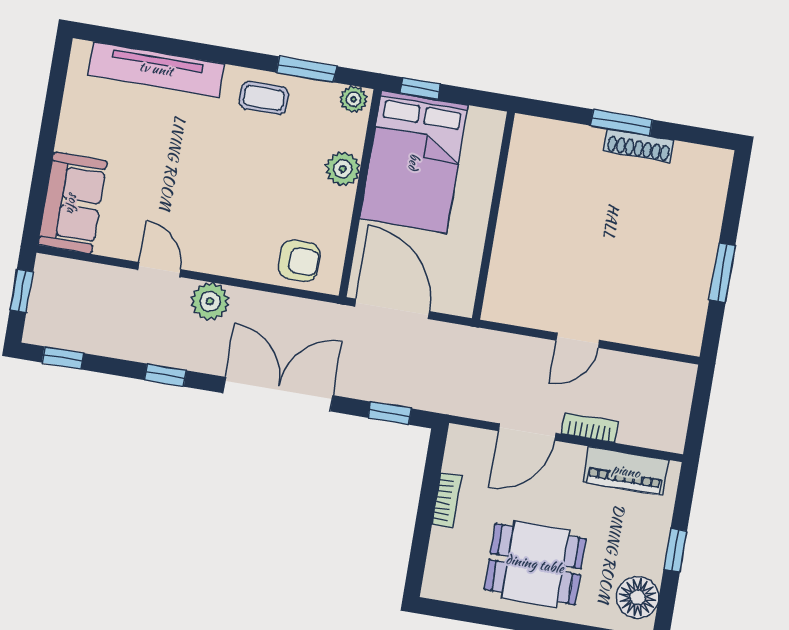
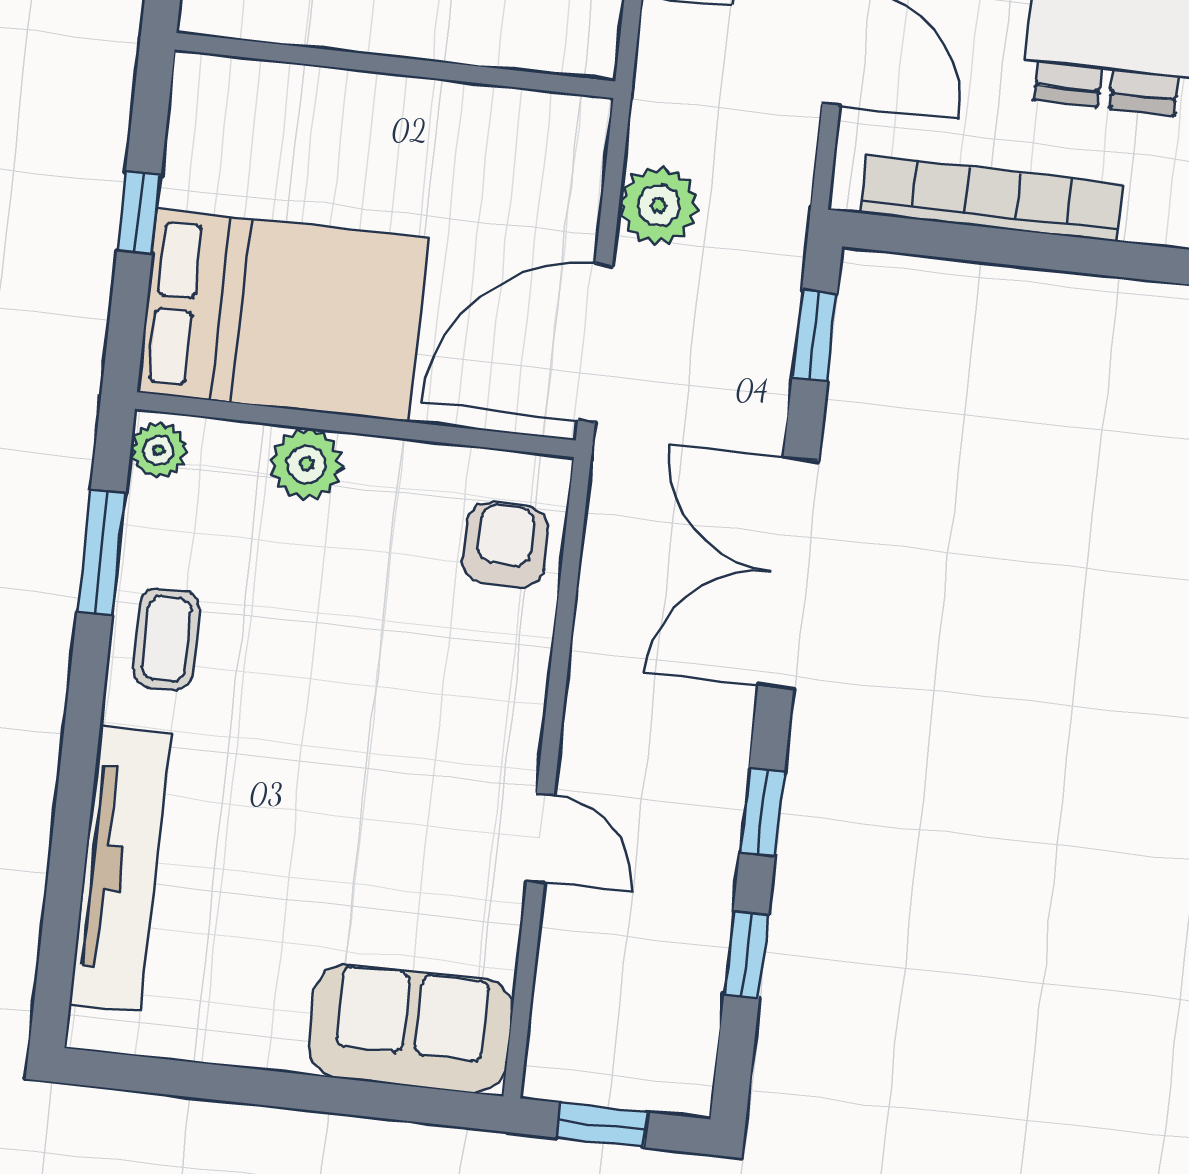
window: (420, 89) -> (139, 213), moved
wall: (493, 216) -> (395, 66), moved
door: (159, 269) -> (540, 838), swing flipped
plant: (210, 301) -> (659, 205), moved
window: (63, 358) -> (746, 954), moved
bookcase: (447, 500) -> (992, 198), width x2.31, depth x1.31

